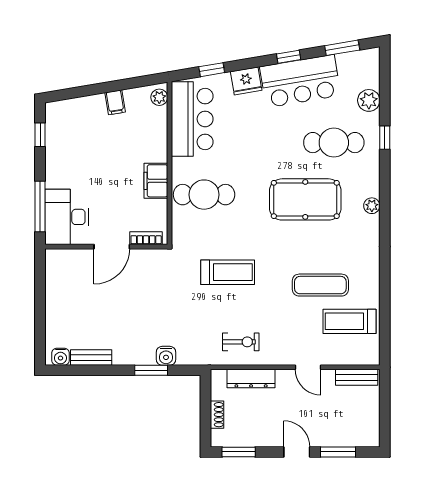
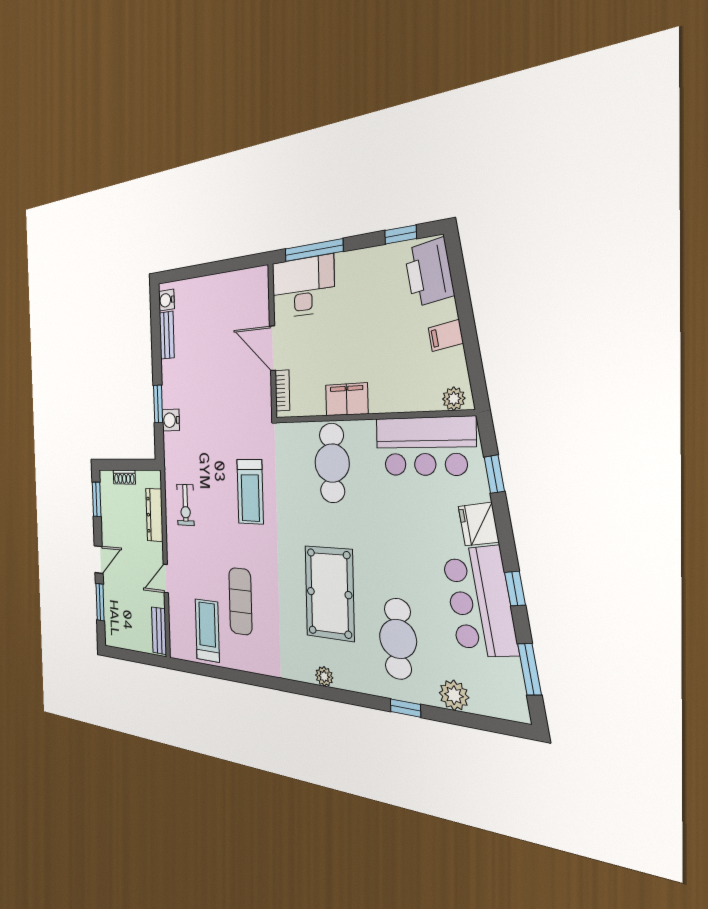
printer: (70, 114) -> (429, 272), added

